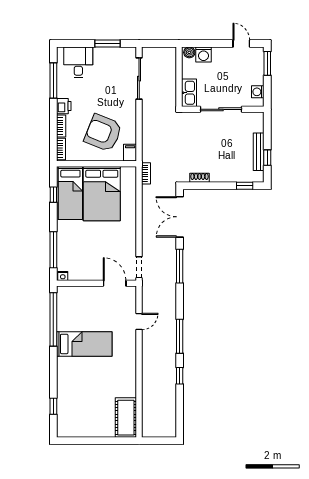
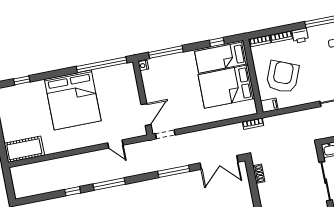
double door: (180, 217) -> (219, 162), swing flipped
bed: (84, 344) -> (73, 100), width x2.04

